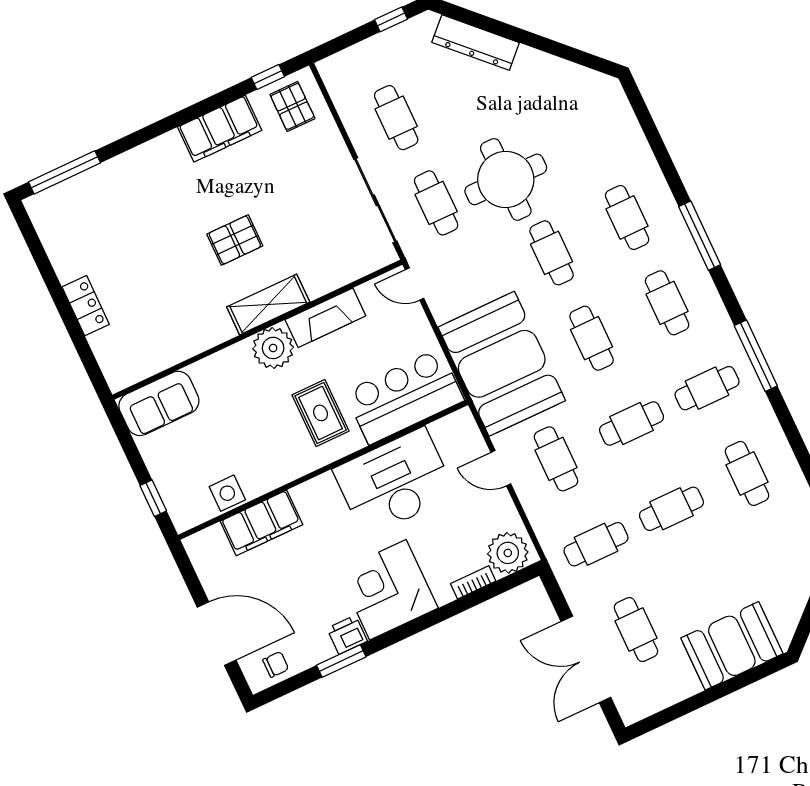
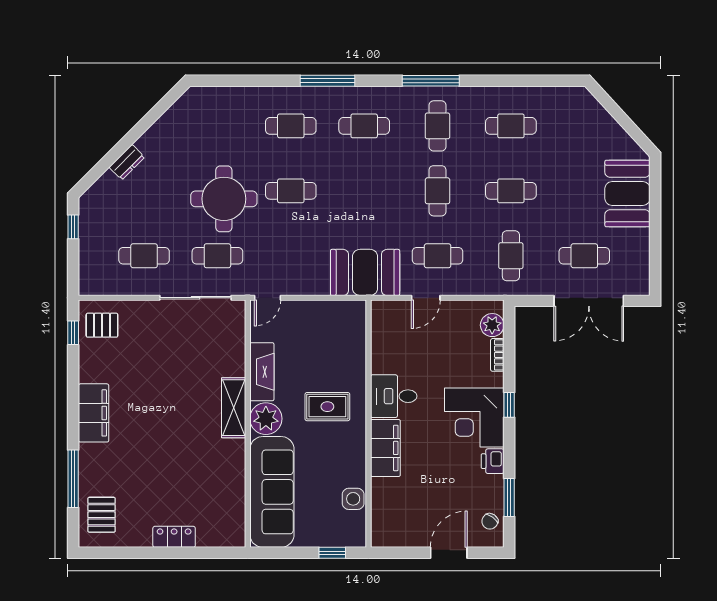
dresser: (476, 42) -> (127, 162), width x0.51, depth x0.80
filing cabinet: (220, 129) -> (94, 413), moved
window: (65, 172) -> (73, 479), moved
pallet: (235, 240) -> (102, 515), moved
cafe table: (592, 338) -> (364, 191), removed
booth: (502, 364) -> (365, 272), width x0.73, depth x0.70
bar counter: (404, 396) -> (343, 342), removed
sofa: (159, 403) -> (272, 492), width x1.85, depth x1.27
desk: (394, 482) -> (394, 396), width x0.53, depth x0.77
cafe table: (671, 509) -> (511, 191), turned 90
filing cabinet: (261, 523) -> (385, 448), moved
plant: (508, 553) -> (492, 325), width x0.73, depth x0.73
window: (422, 623) -> (509, 405), added
door: (217, 634) -> (449, 553), width x0.73
window: (341, 661) -> (509, 498), moved
chair: (276, 664) -> (490, 521), turned -144

